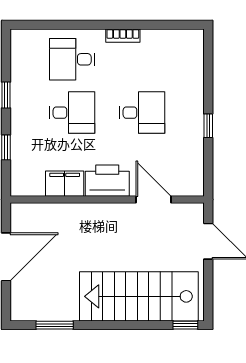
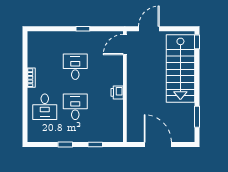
printer: (107, 181) -> (117, 92), width x0.53, depth x0.68
filing cabinet: (65, 184) -> (116, 111), removed
door: (154, 199) -> (125, 45), moved

